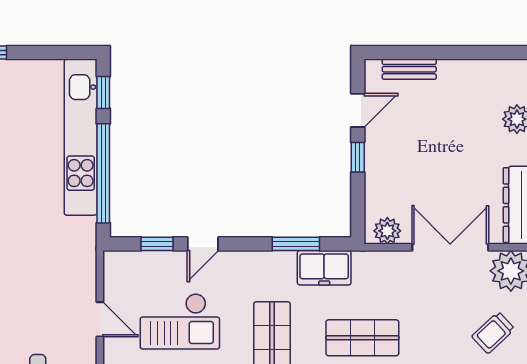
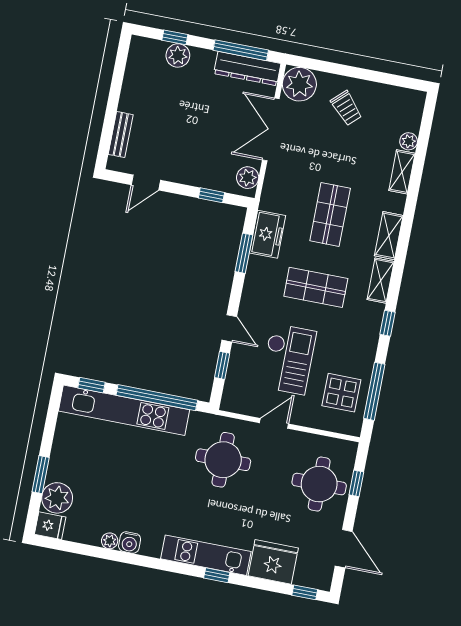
door: (358, 110) -> (146, 182), swing flipped
window: (358, 157) -> (211, 195), moved
round table: (45, 267) -> (223, 460), added

